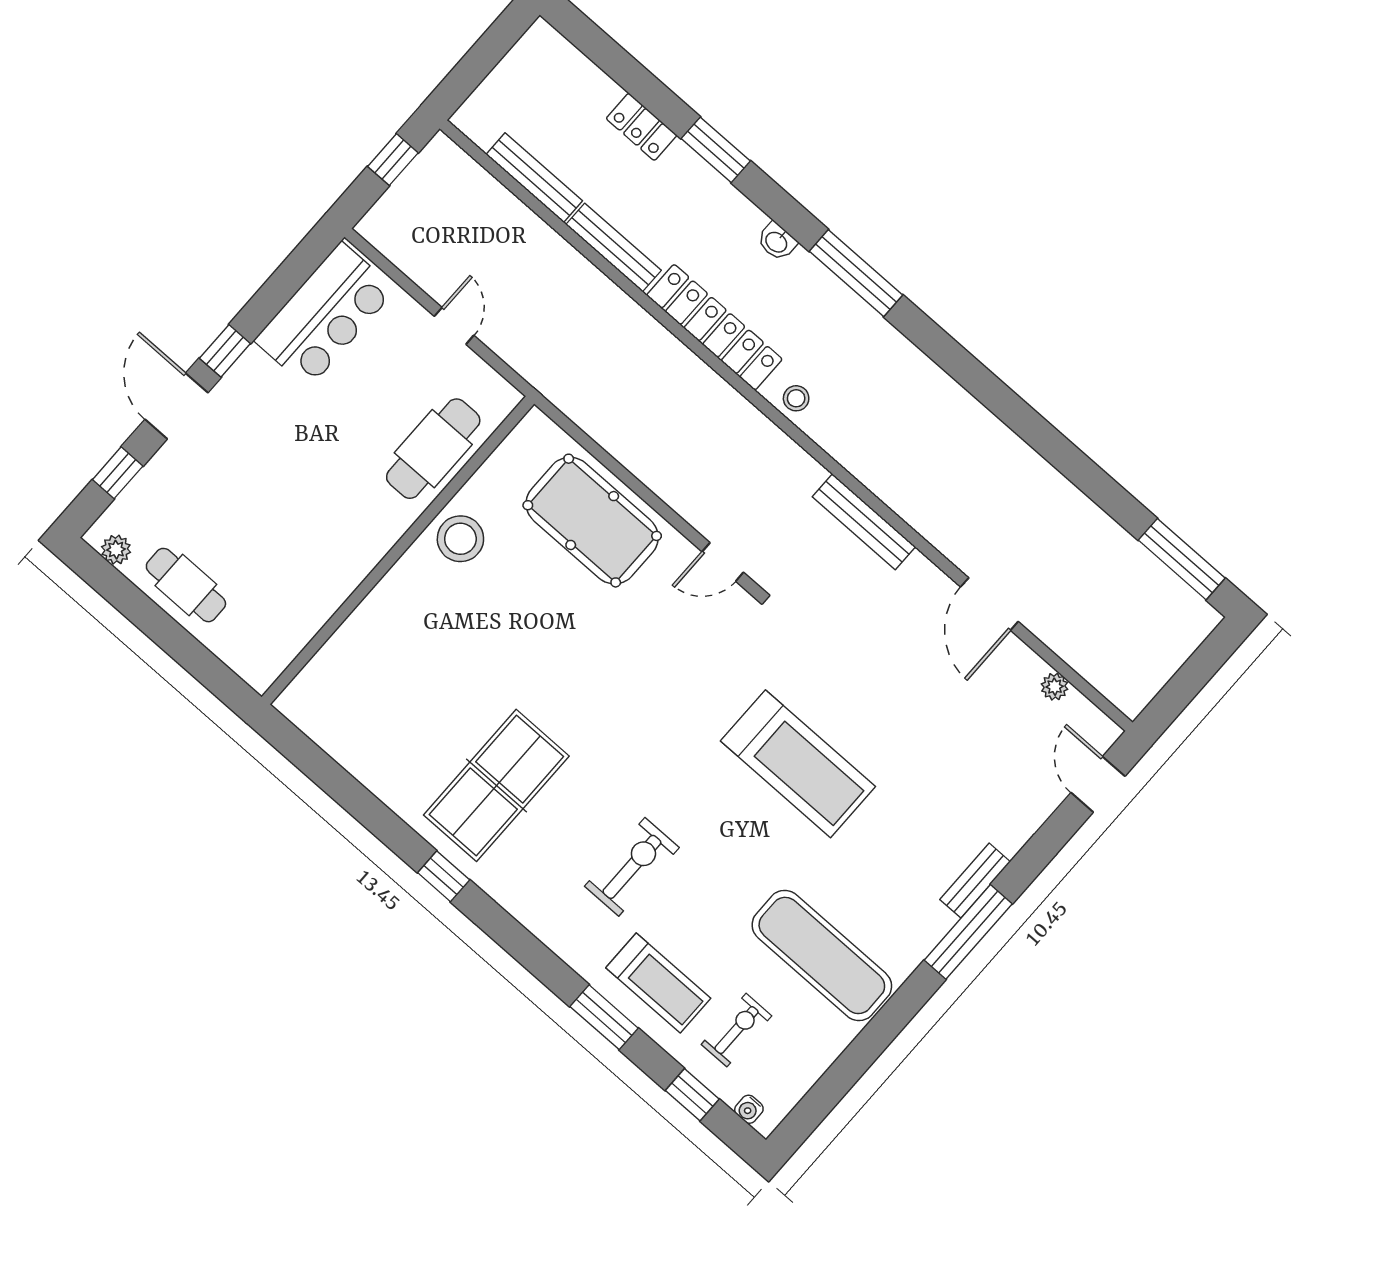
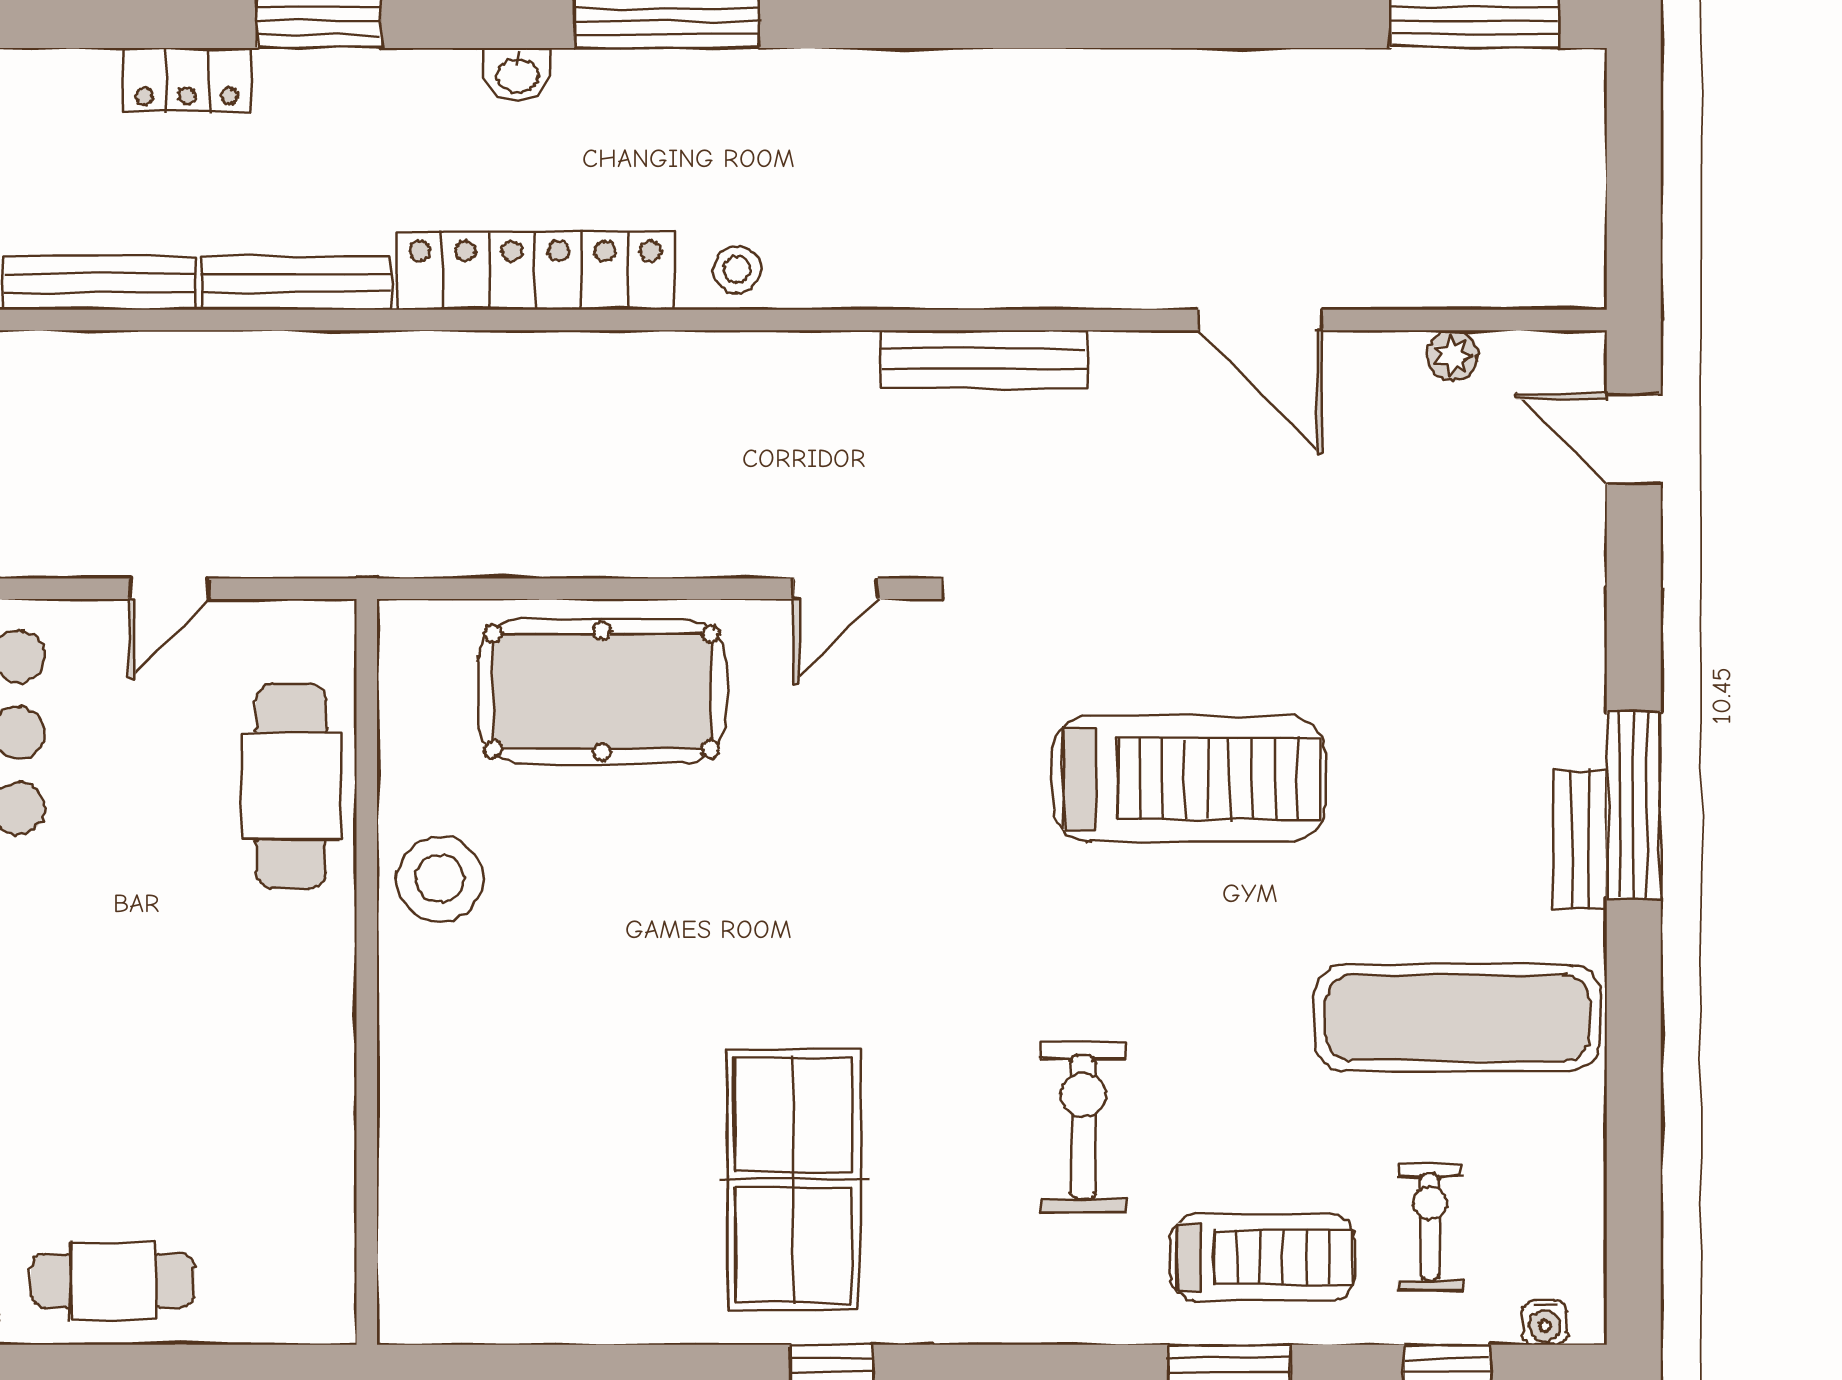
door: (454, 326) -> (169, 589), swing flipped
bench: (975, 881) -> (1580, 840), moved

